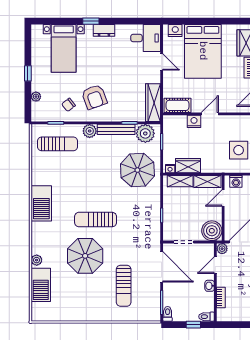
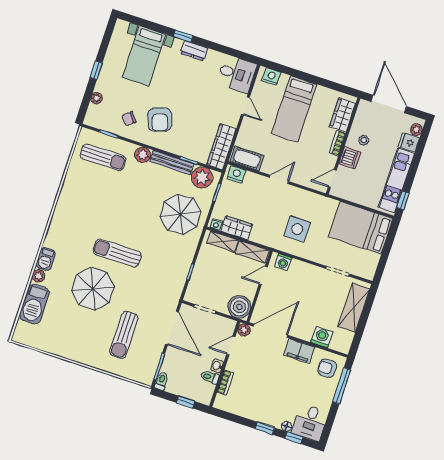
bed: (203, 51) -> (294, 109), width x0.67
nightstand: (194, 121) -> (236, 174), moved
barbecue: (41, 203) -> (46, 259), moved, width x0.53, depth x0.65
toilet: (206, 317) -> (210, 377), moved

